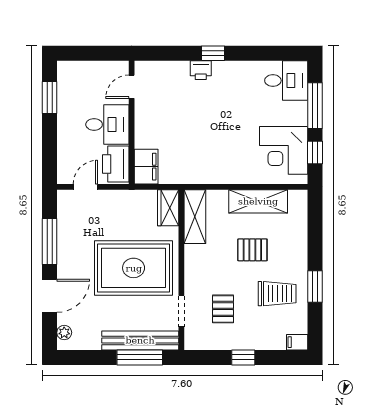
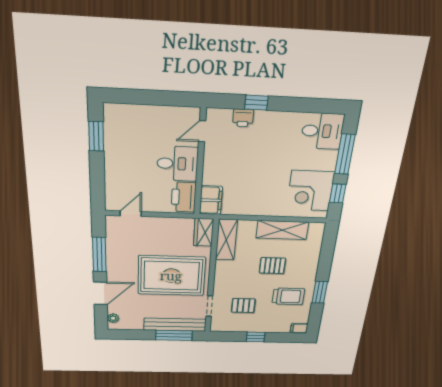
door: (132, 87) -> (202, 131), moved
wall: (132, 122) -> (200, 163), moved
desk: (107, 124) -> (177, 164), moved
printer: (116, 164) -> (184, 197), moved
filing cabinet: (146, 167) -> (211, 200), moved
pallet: (223, 309) -> (243, 306), turned 90

